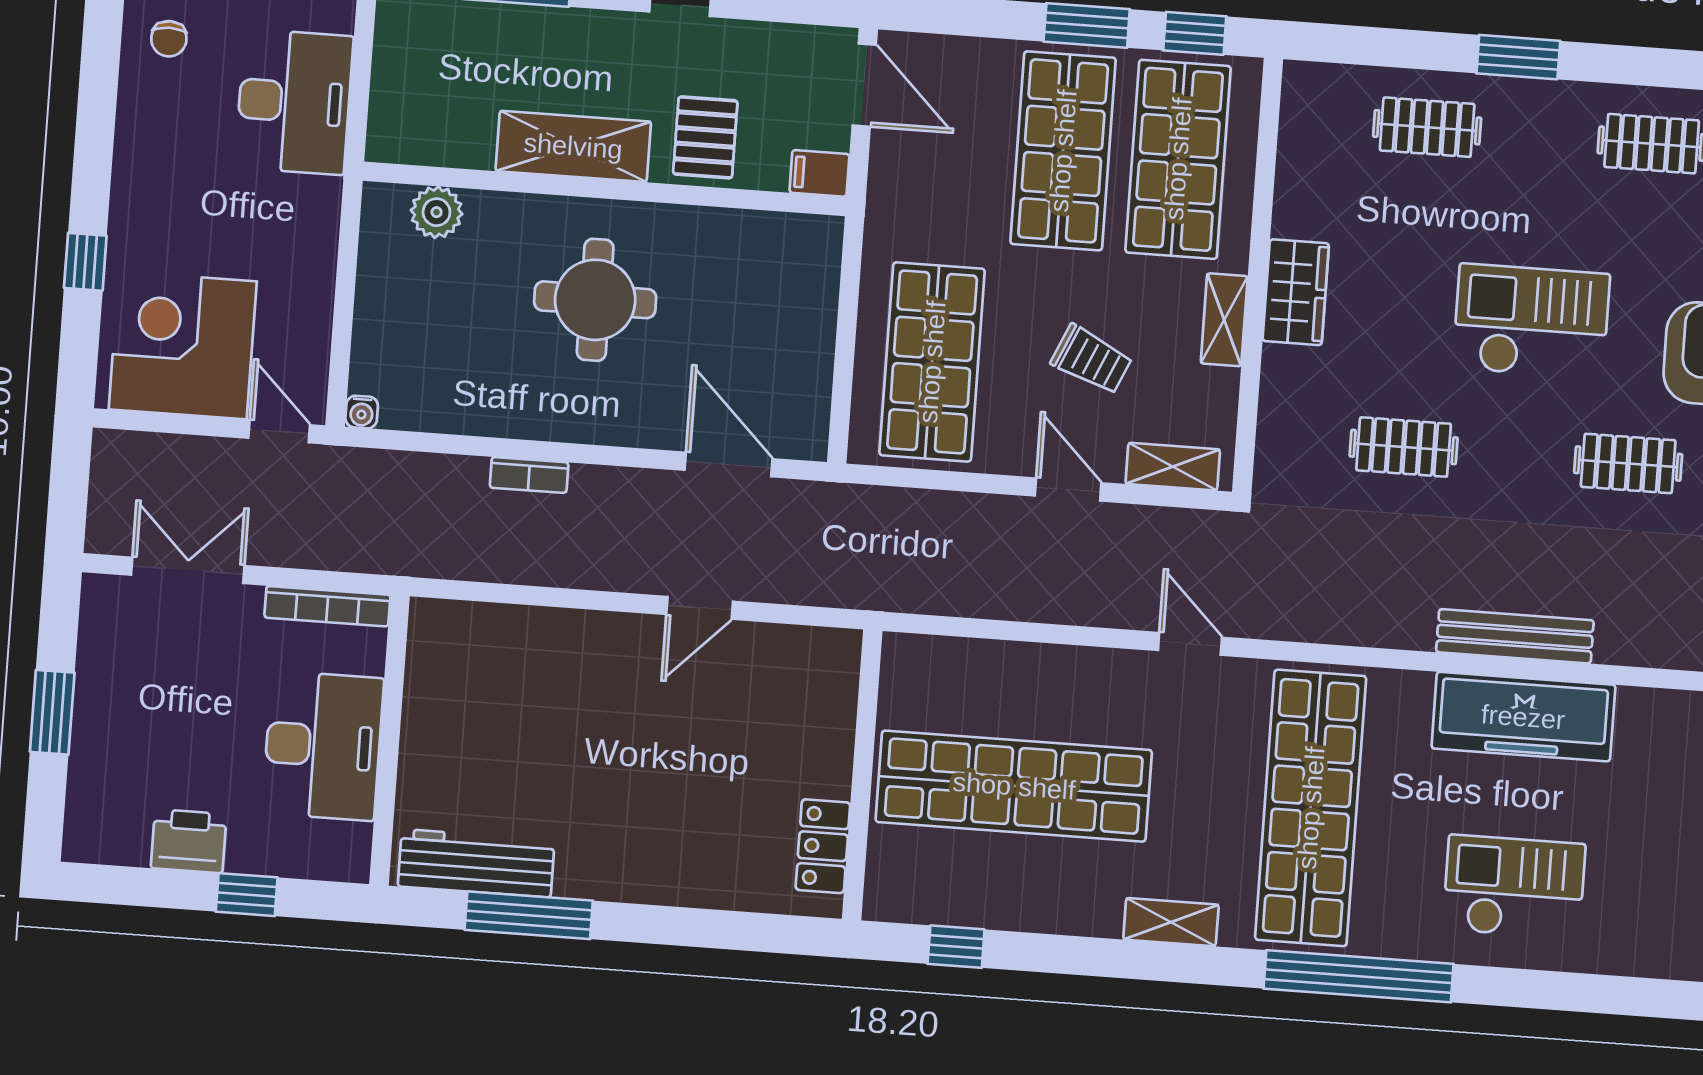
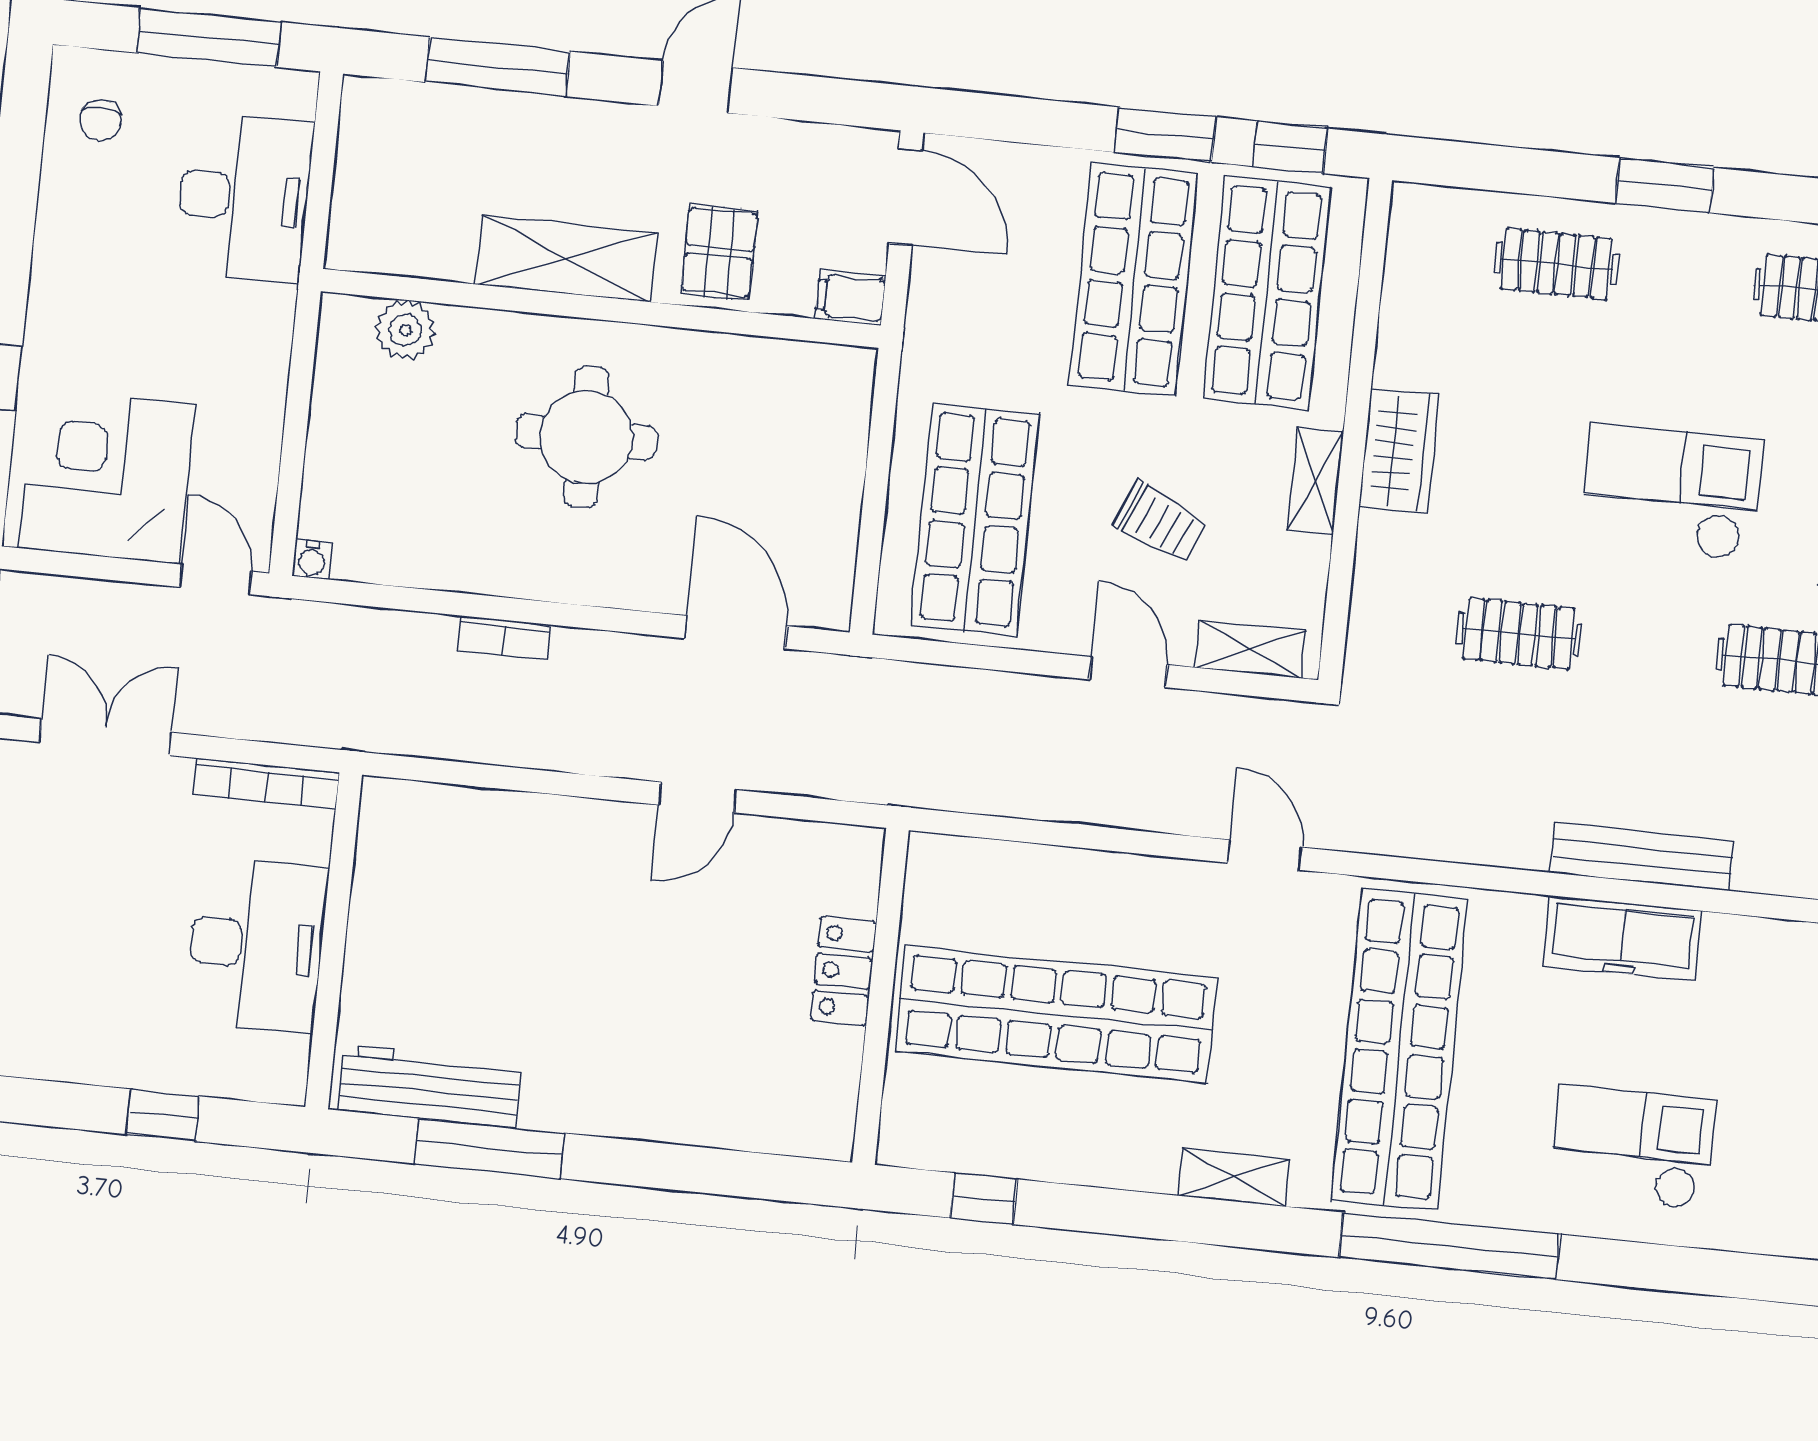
freezer: (1523, 717) -> (1623, 938), width x0.73, depth x0.79
printer: (189, 841) -> (98, 1051), removed
locker: (823, 846) -> (843, 971), moved

